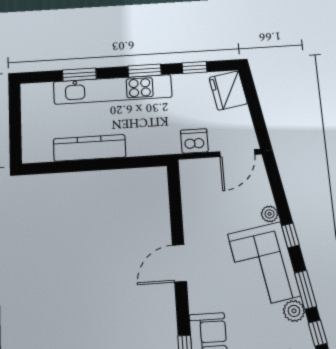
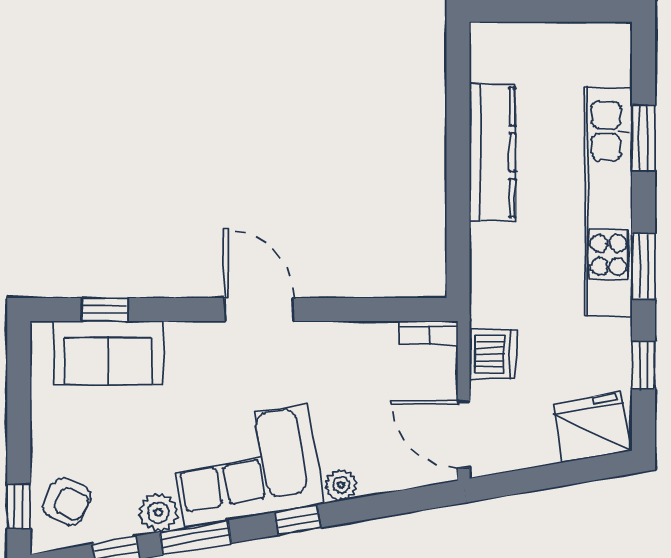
bookcase: (186, 174) -> (428, 333), added

